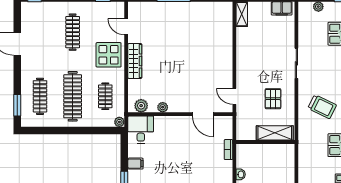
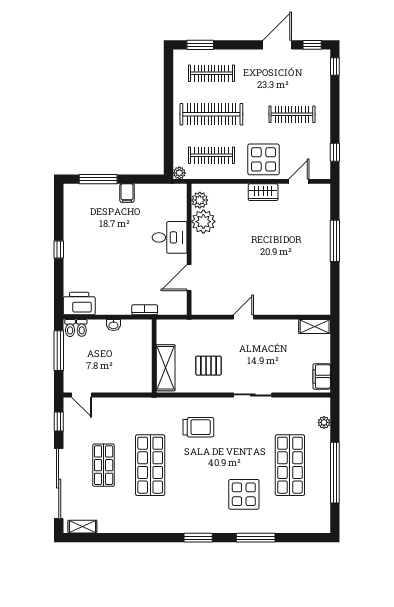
window: (17, 16) -> (312, 45), added
wardrobe: (135, 61) -> (263, 192), width x0.67
clothes rail: (105, 96) -> (211, 155), width x1.36
door: (234, 96) -> (243, 317), moved
plant: (163, 107) -> (203, 222), width x1.88, depth x1.88
trolley: (322, 107) -> (198, 427), turned -116
desk: (141, 130) -> (170, 237), moved

